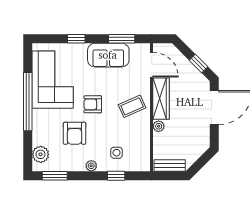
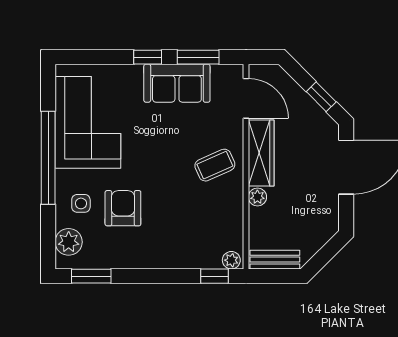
window: (76, 39) -> (148, 57), moved
armchair: (93, 104) -> (152, 162), removed
armchair: (75, 133) -> (123, 208), turned 180
side table: (116, 153) -> (81, 203), moved
plant: (91, 166) -> (231, 260), moved
window: (116, 176) -> (215, 276), moved

